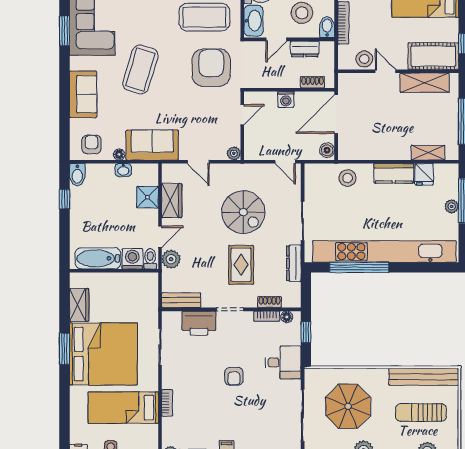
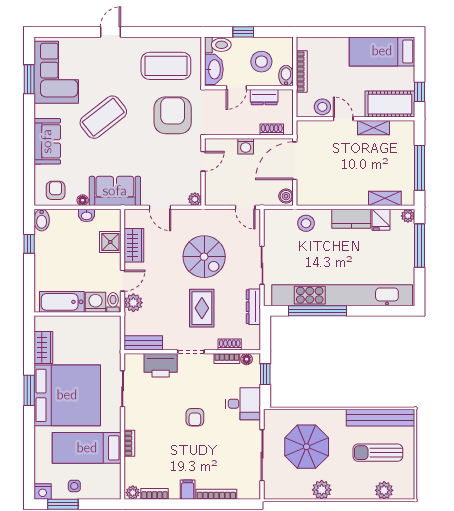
coffee table: (140, 70) -> (103, 117), turned 35
shelving: (425, 83) -> (373, 128), width x0.67, depth x0.75
plant: (452, 206) -> (408, 216), moved

